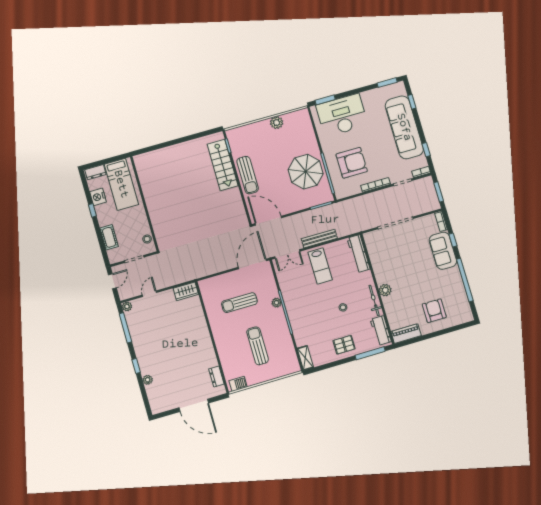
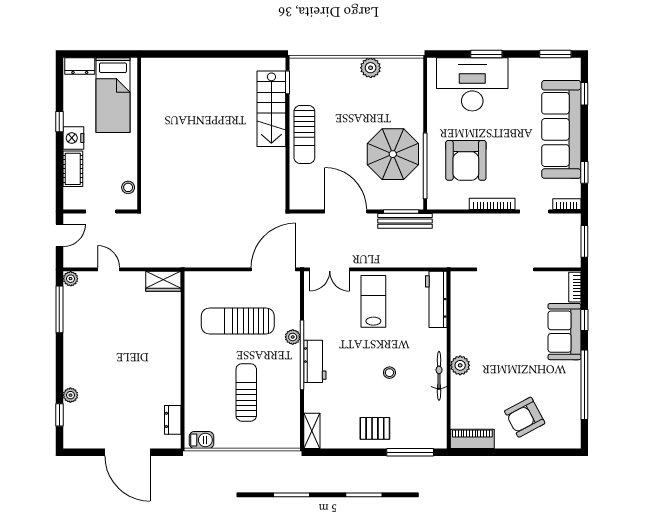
window: (325, 100) -> (486, 54), moved
armchair: (352, 163) -> (466, 160), turned 90
nightstand: (98, 197) -> (73, 138), moved
door: (268, 221) -> (346, 211), moved
bench: (319, 239) -> (405, 221), moved
lab bench: (320, 266) -> (373, 301), turned 180
door: (149, 294) -> (109, 269), hinge flipped
sun lounger: (239, 303) -> (238, 321), width x1.36, depth x1.34
armchair: (434, 311) -> (525, 417), turned -118
workbench: (381, 330) -> (315, 361), moved, turned 180
window: (136, 366) -> (59, 415), moved

